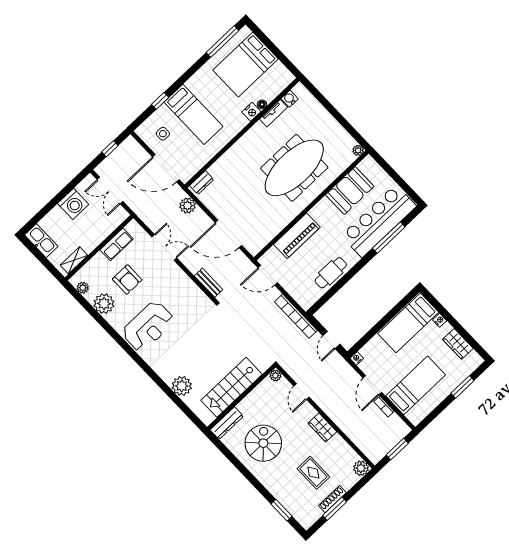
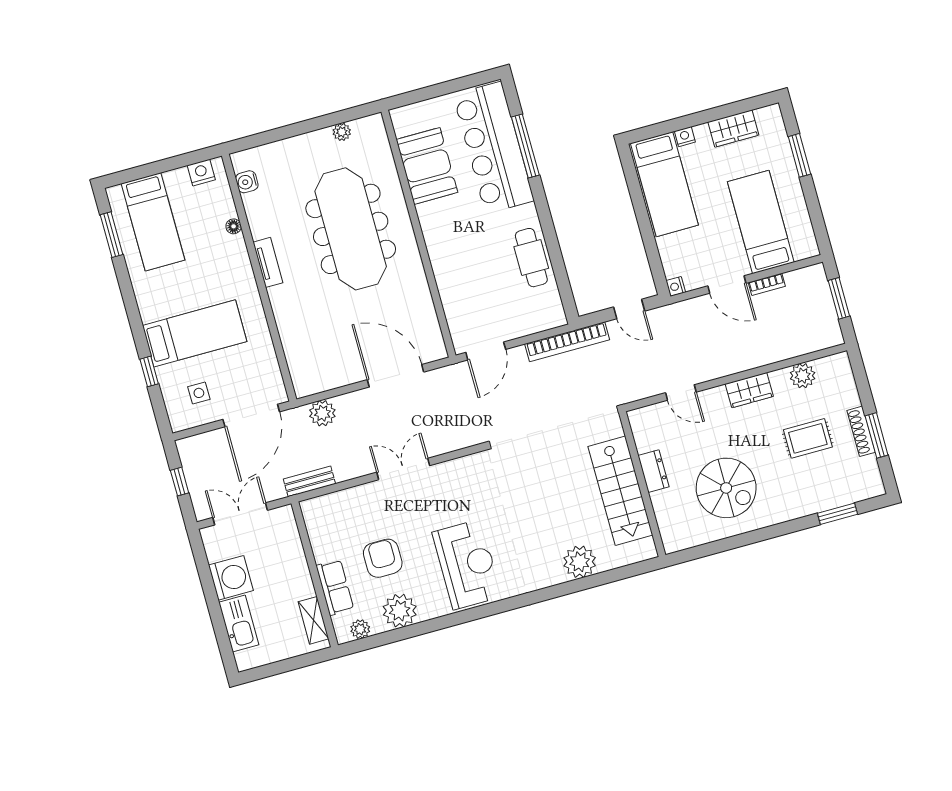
window: (223, 41) -> (111, 235), width x0.69
bed: (246, 64) -> (153, 222), width x0.67
nightstand: (251, 112) -> (201, 173), moved, turned -90
tv unit: (274, 113) -> (268, 262), moved
plant: (358, 150) -> (342, 132), moved
dresser: (202, 183) -> (300, 375), removed
double door: (110, 190) -> (240, 514), swing flipped
door: (229, 234) -> (396, 376), swing flipped
piano: (297, 236) -> (451, 278), removed
kitchen sink: (41, 241) -> (239, 623), moved, turned 90
row of seats: (117, 244) -> (335, 587), moved
double door: (164, 247) -> (403, 469), moved
armchair: (127, 279) -> (383, 558), turned -90
bench: (209, 283) -> (309, 481), moved
plant: (275, 376) -> (637, 418), removed
dresser: (227, 423) -> (654, 471), moved, width x0.70
spiral stairs: (263, 443) -> (726, 488), turned 180
plant: (361, 468) -> (803, 376), moved

